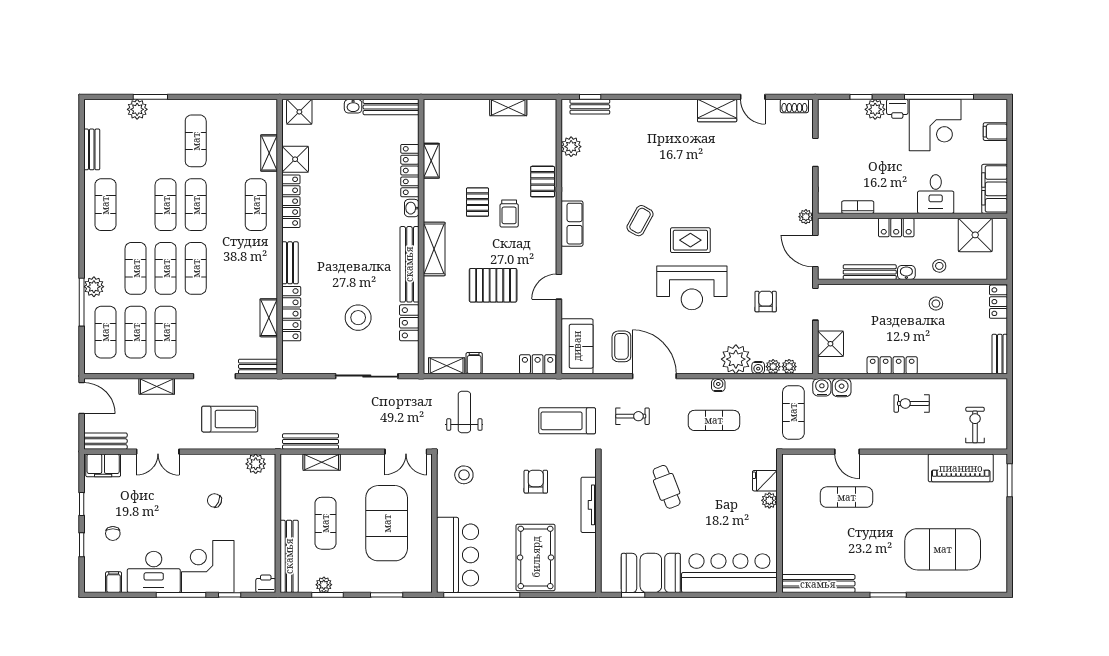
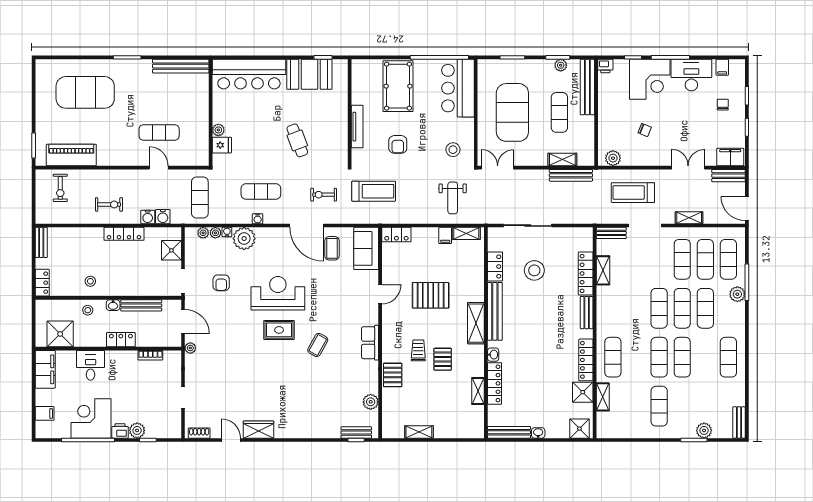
bench: (92, 149) -> (739, 422), moved
water cooler: (822, 387) -> (148, 217), moved

